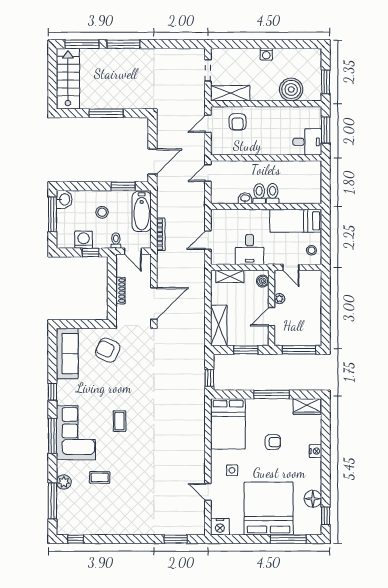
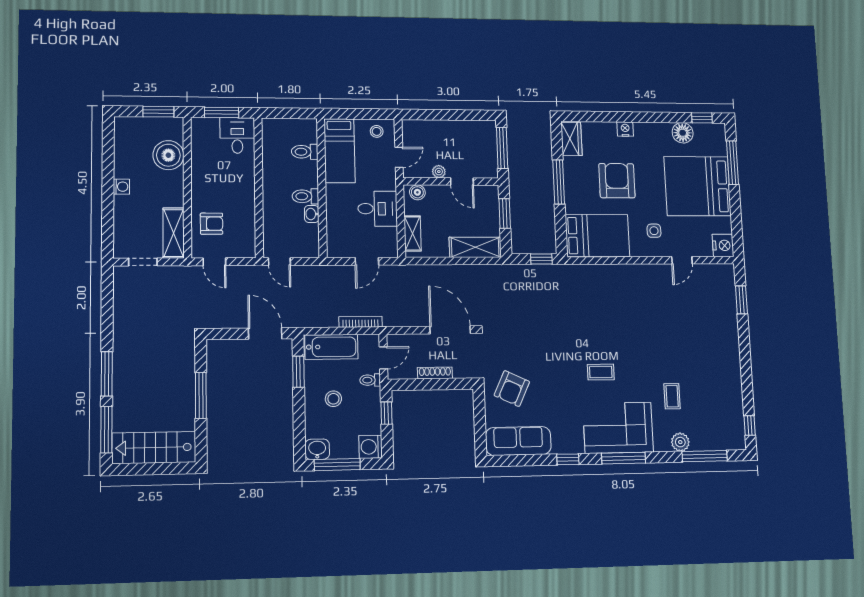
toilet: (273, 194) -> (305, 152), moved
washing machine: (84, 240) -> (371, 447), moved
door: (208, 240) -> (367, 261), hinge flipped
armchair: (273, 442) -> (617, 181), width x1.88, depth x1.88

